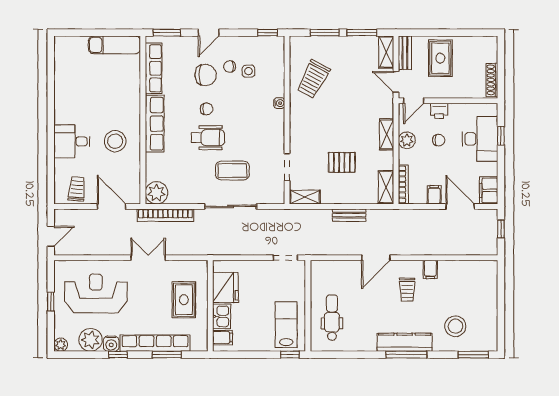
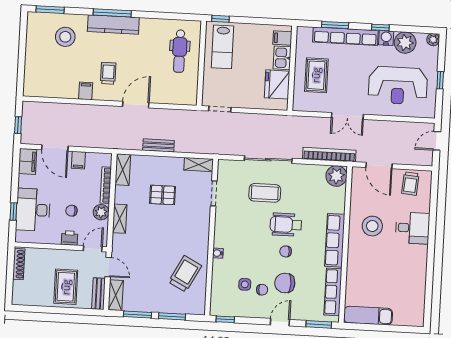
bookcase: (403, 184) -> (106, 185), moved

